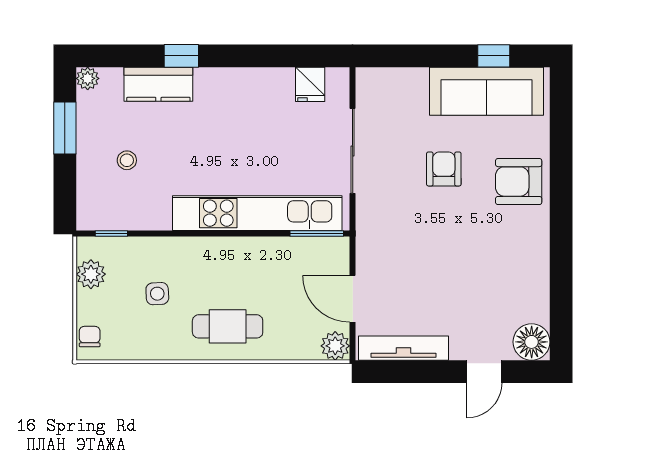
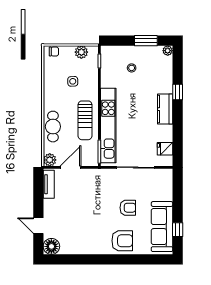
kitchen counter: (158, 84) -> (165, 109), moved
armchair: (519, 182) -> (122, 241), turned 90
sun lounger: (246, 266) -> (85, 120), added
cafe table: (228, 326) -> (53, 127), moved
tv unit: (404, 348) -> (49, 184), width x0.71

